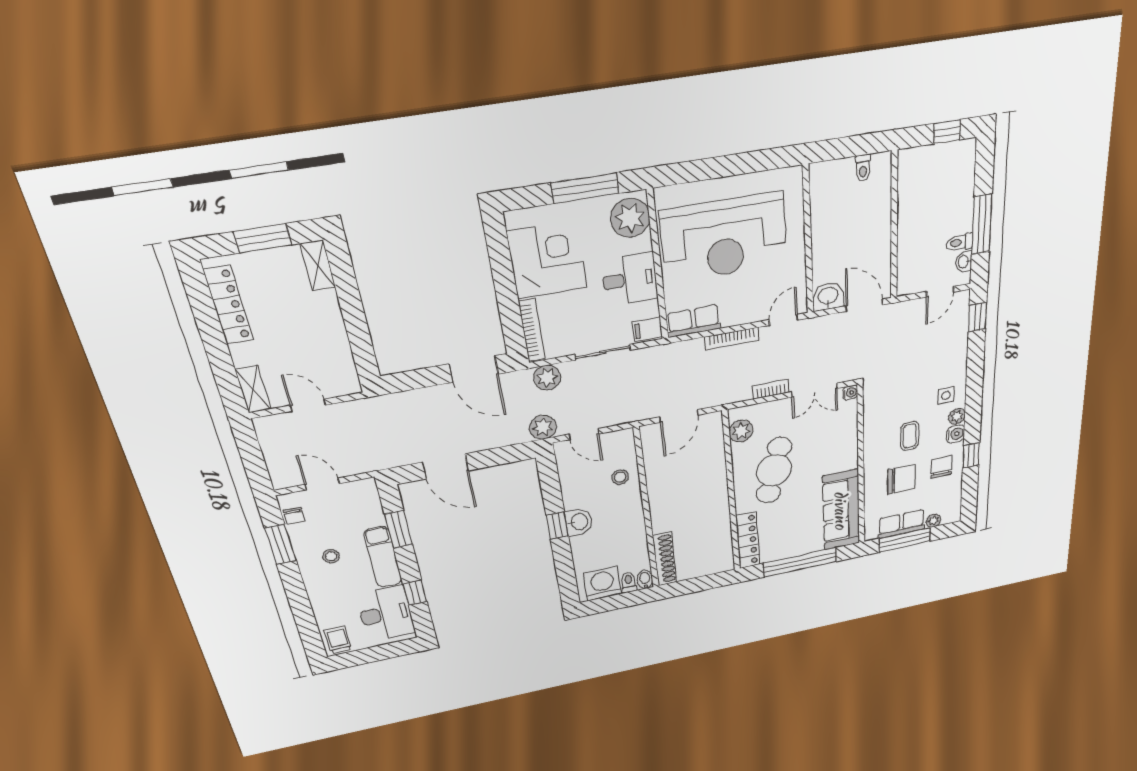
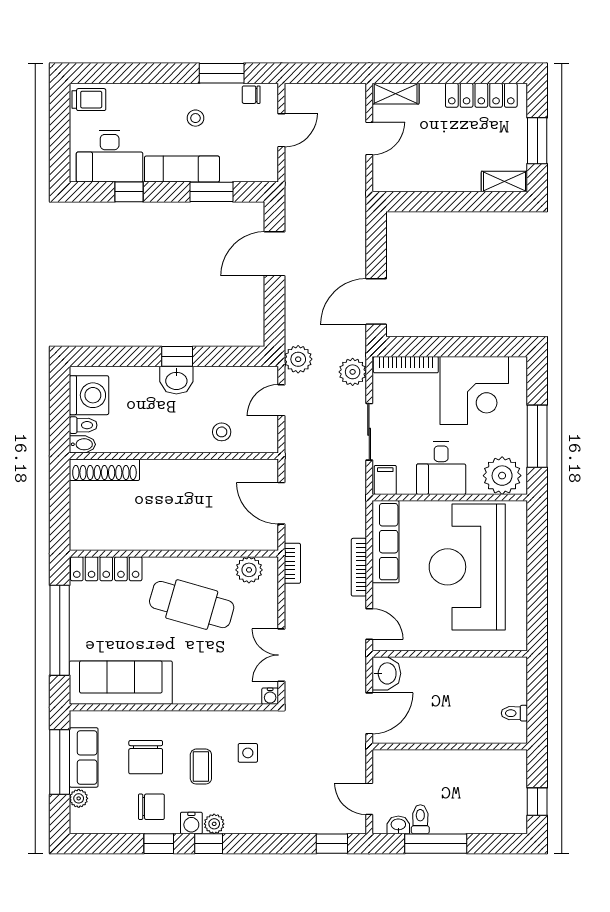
row of seats: (693, 321) -> (385, 542), width x1.48
bookcase: (771, 389) -> (292, 563), moved
side table: (946, 396) -> (248, 753), moved
window: (973, 417) -> (209, 844), added
coffee table: (910, 436) -> (201, 767), turned 90

